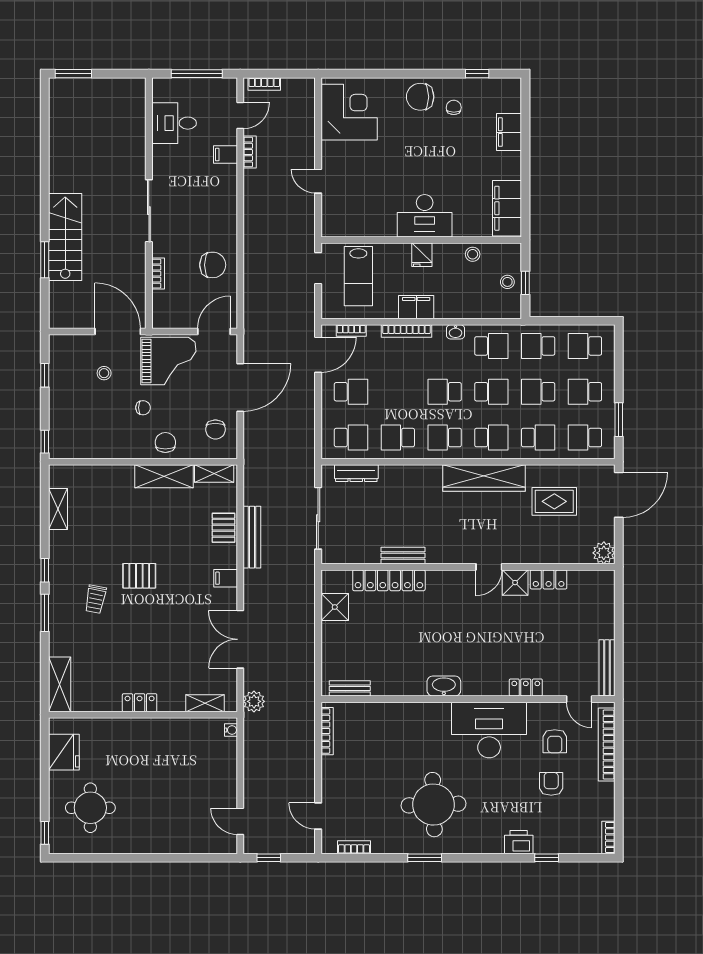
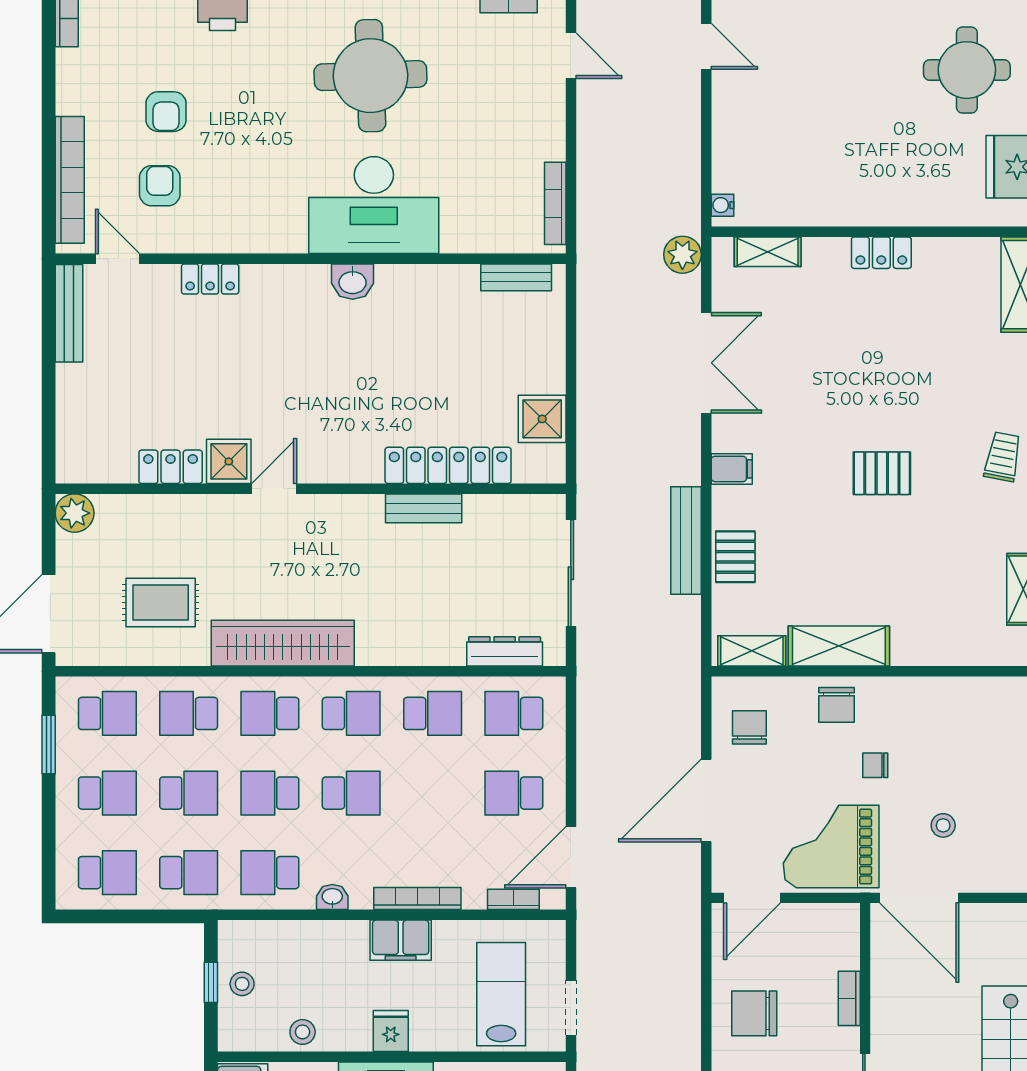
trolley: (96, 599) -> (1003, 457), moved
washbasin: (444, 686) -> (353, 282), width x0.72
desk: (489, 730) -> (374, 205), moved

